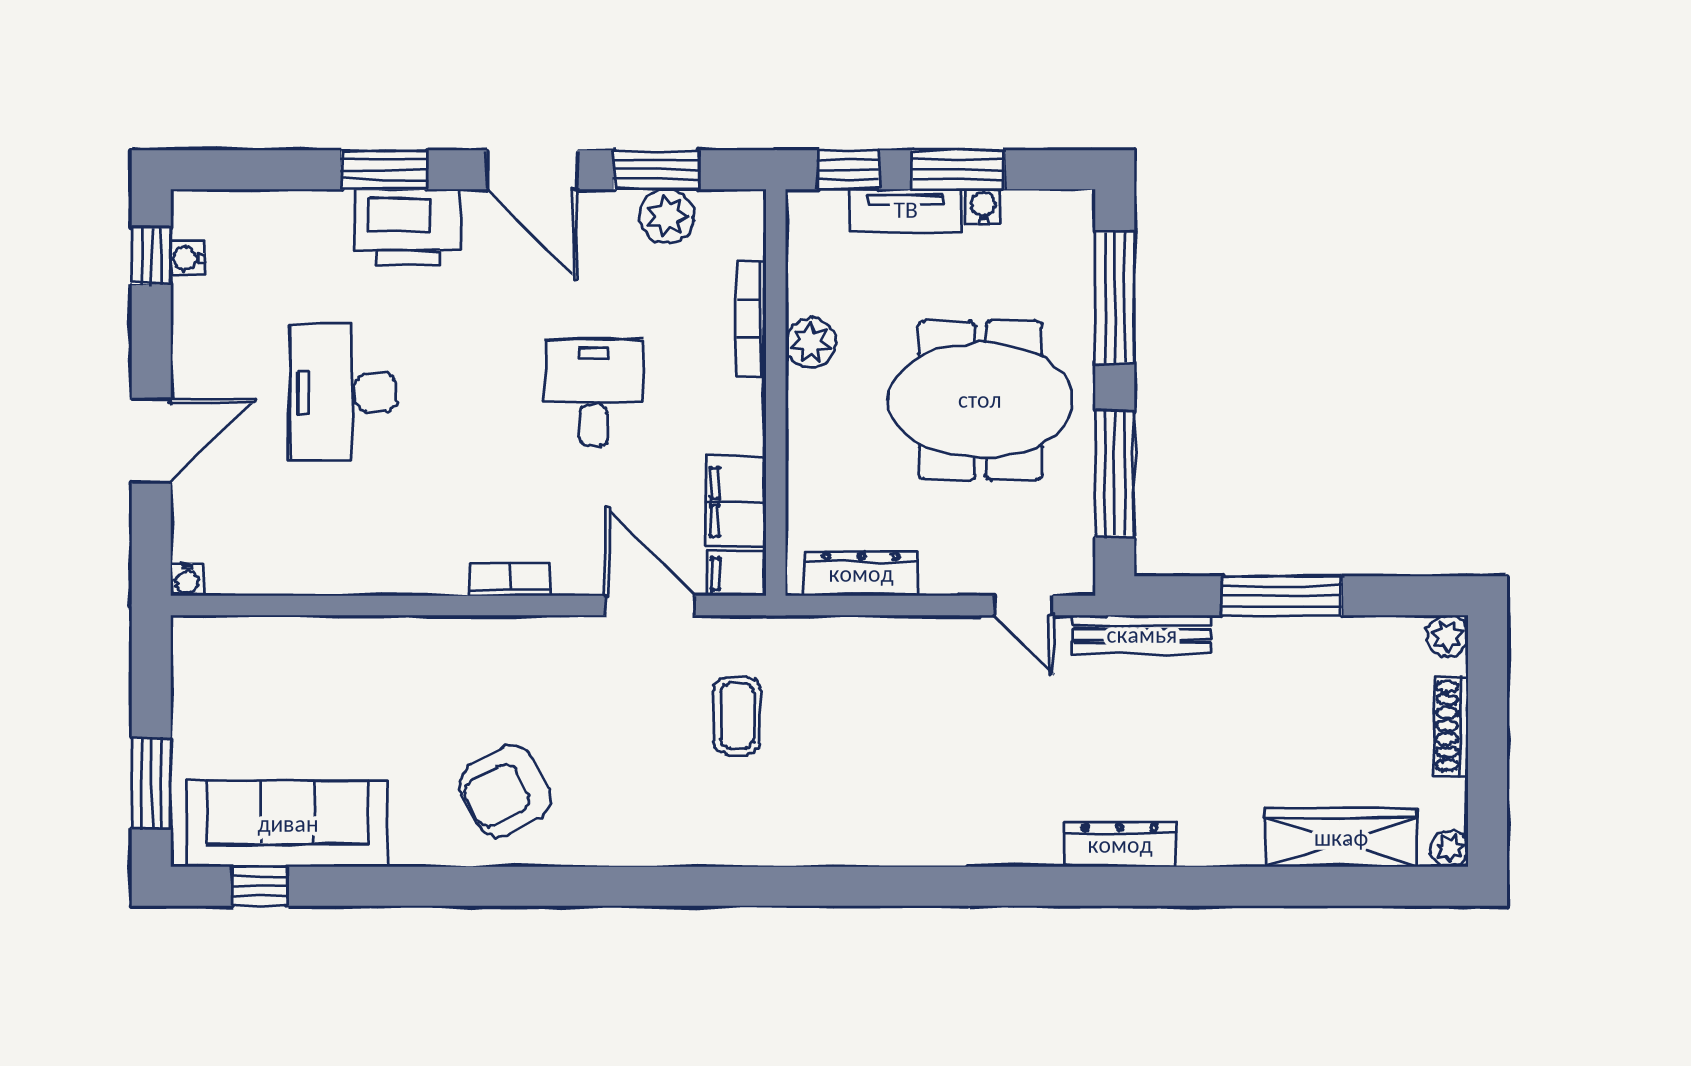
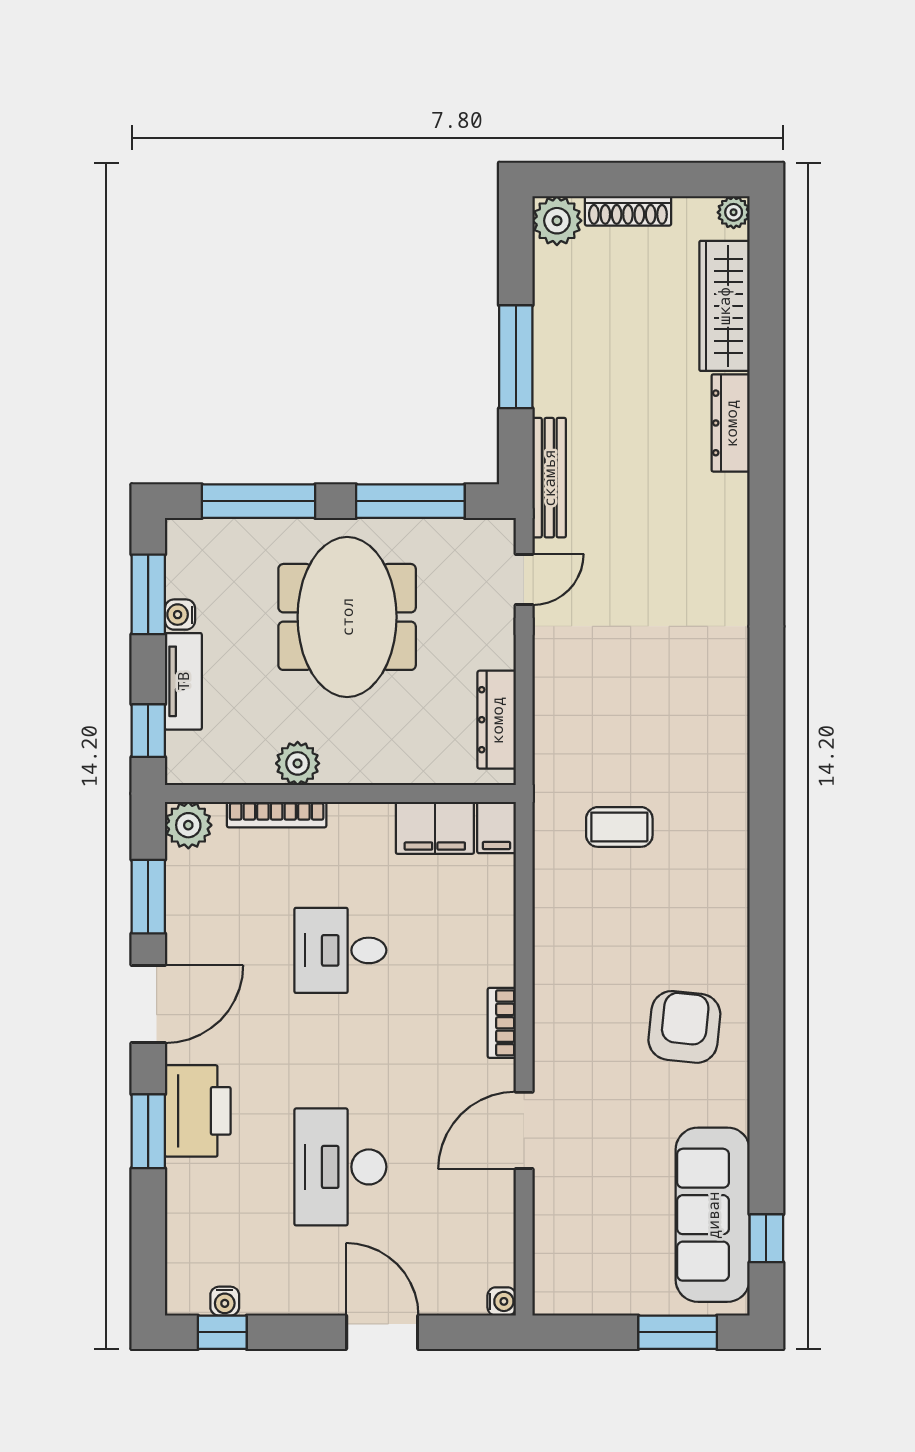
window: (958, 170) -> (148, 594), moved
plant: (667, 216) -> (188, 825), moved
desk: (343, 392) -> (340, 1167), turned 90
door: (650, 605) -> (524, 1130), moved
plant: (1447, 636) -> (557, 221), width x1.38, depth x1.38
armchair: (505, 791) -> (684, 1027), turned -146
dresser: (1120, 845) -> (731, 423), moved

